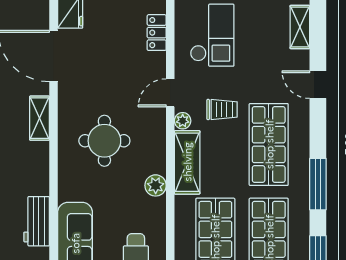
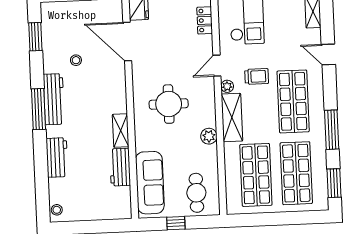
shelving: (40, 118) -> (121, 131), moved

